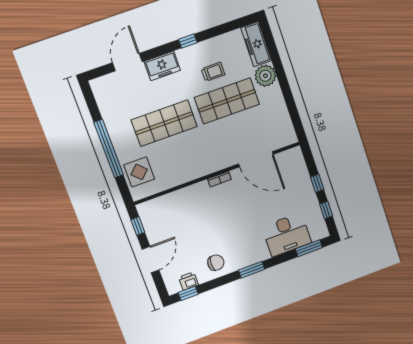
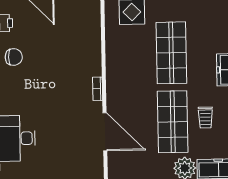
door: (256, 159) -> (105, 132), swing flipped
chair: (216, 263) -> (14, 57), turned -90

